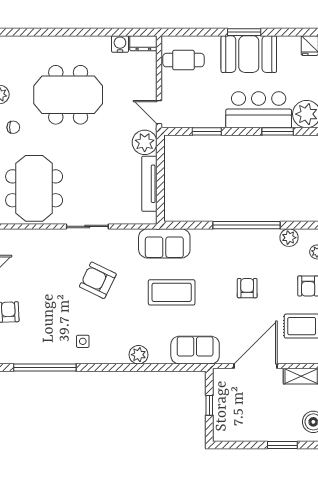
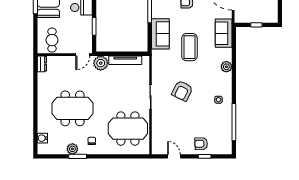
water cooler: (120, 44) -> (42, 138), moved
meeting table: (68, 95) -> (73, 108), turned 90
sofa: (164, 243) -> (160, 34), moved

